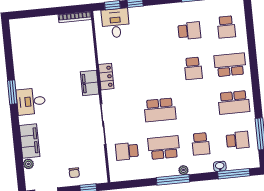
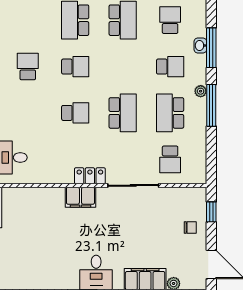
school desk: (226, 27) -> (75, 113), moved
locker: (106, 77) -> (90, 176), moved
window: (234, 174) -> (211, 48), moved

